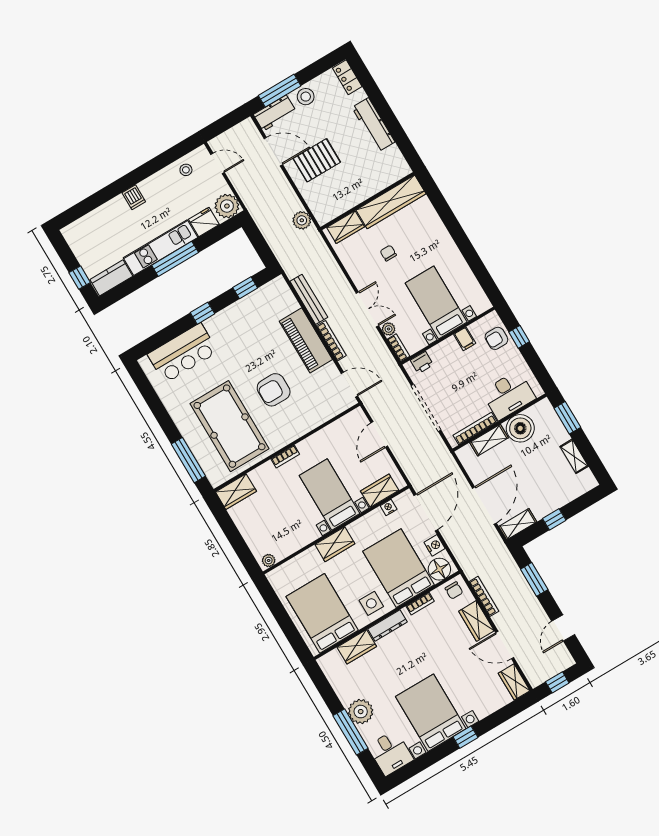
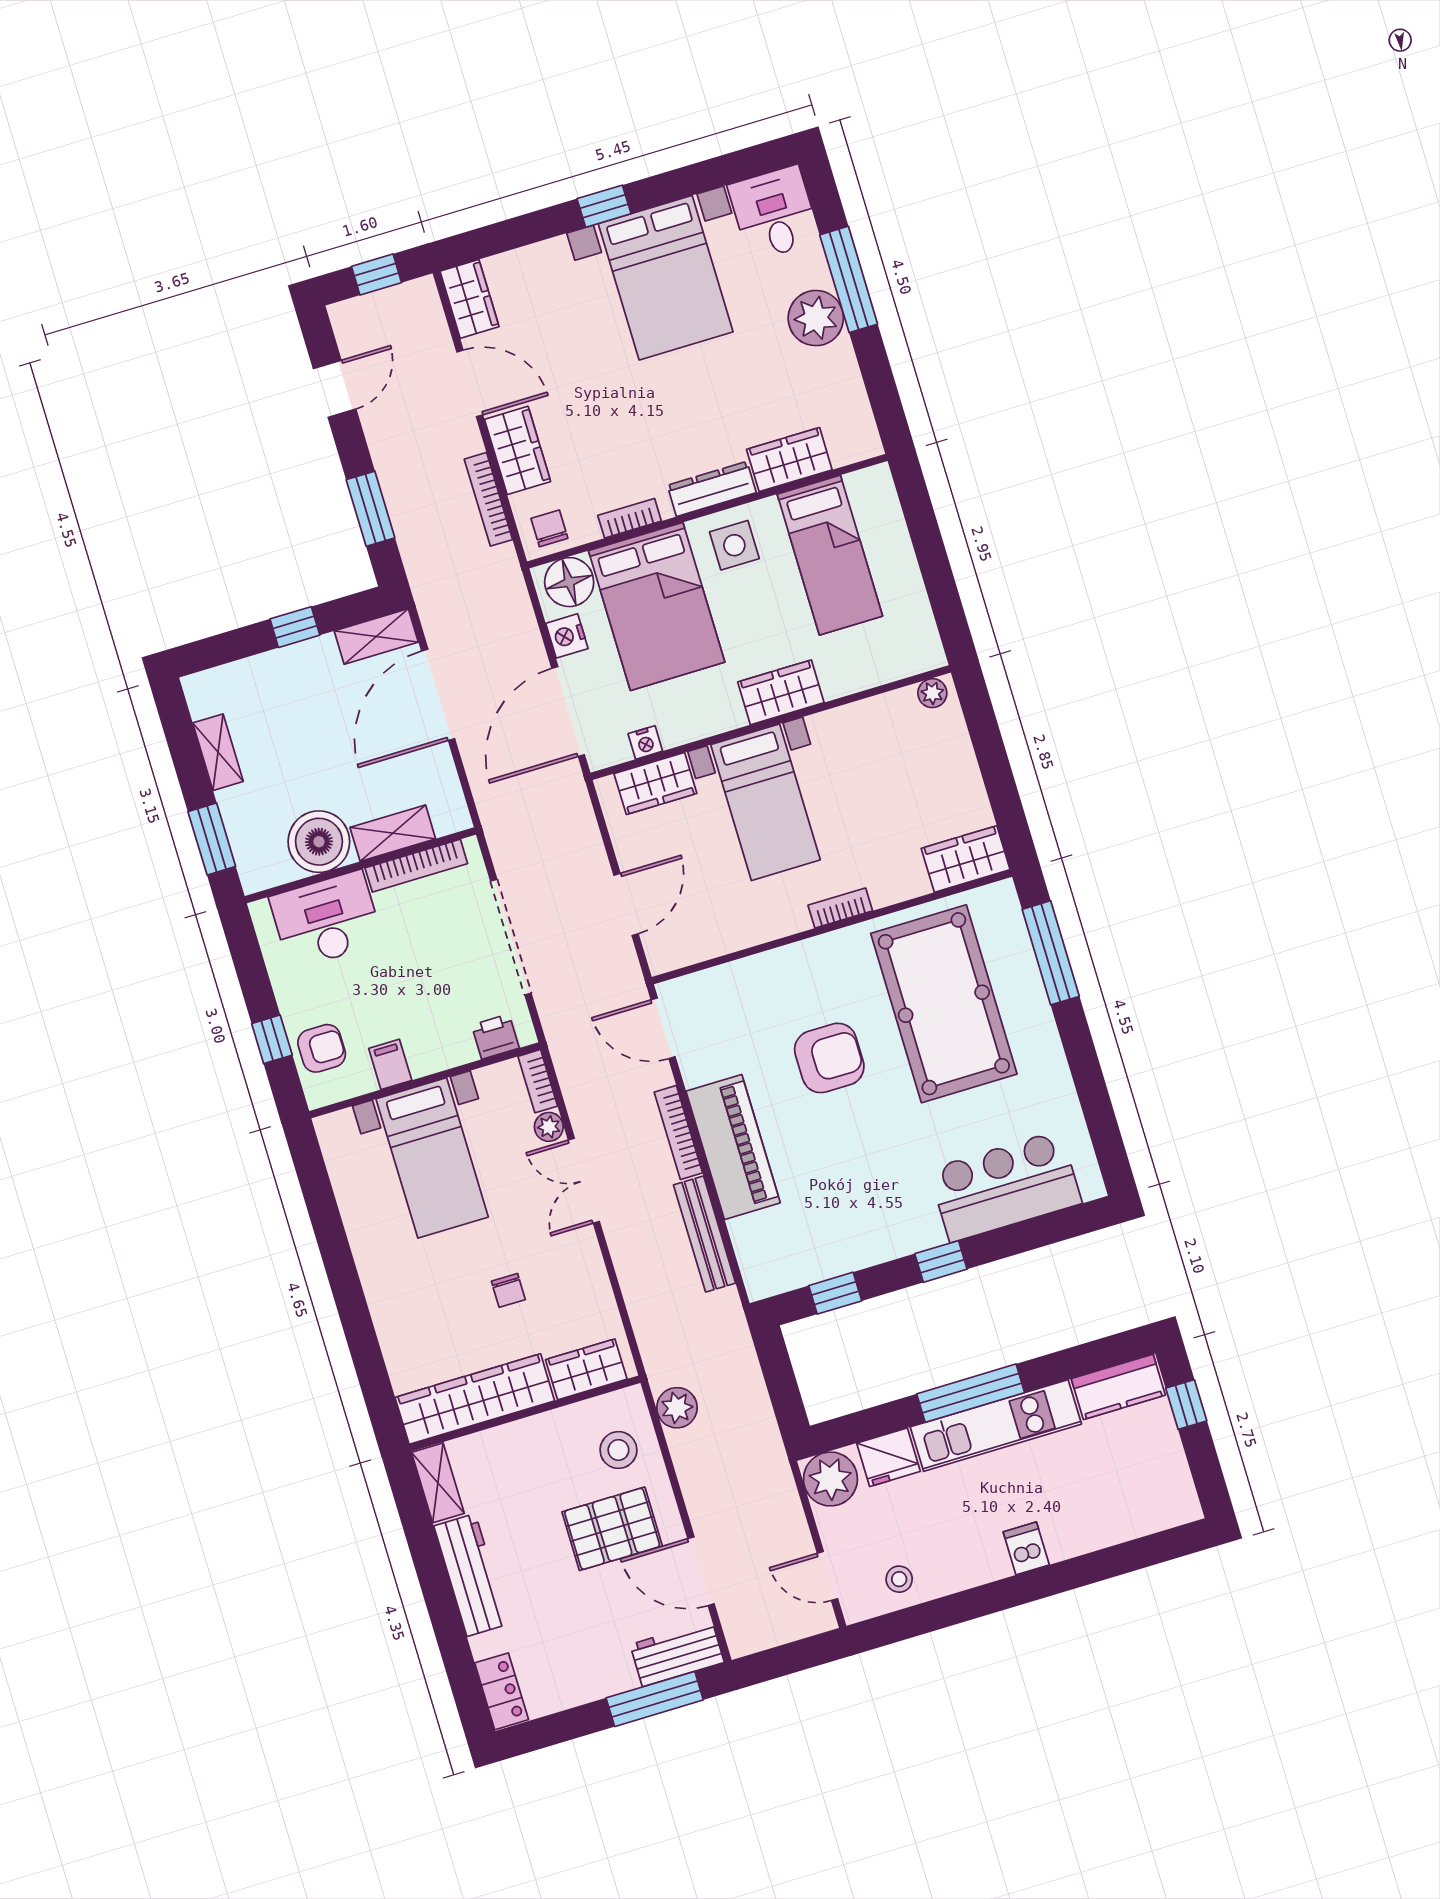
stool: (306, 97) -> (618, 1450), moved
shelving: (398, 161) -> (438, 1483), added
bed: (322, 613) -> (830, 555), width x0.67

